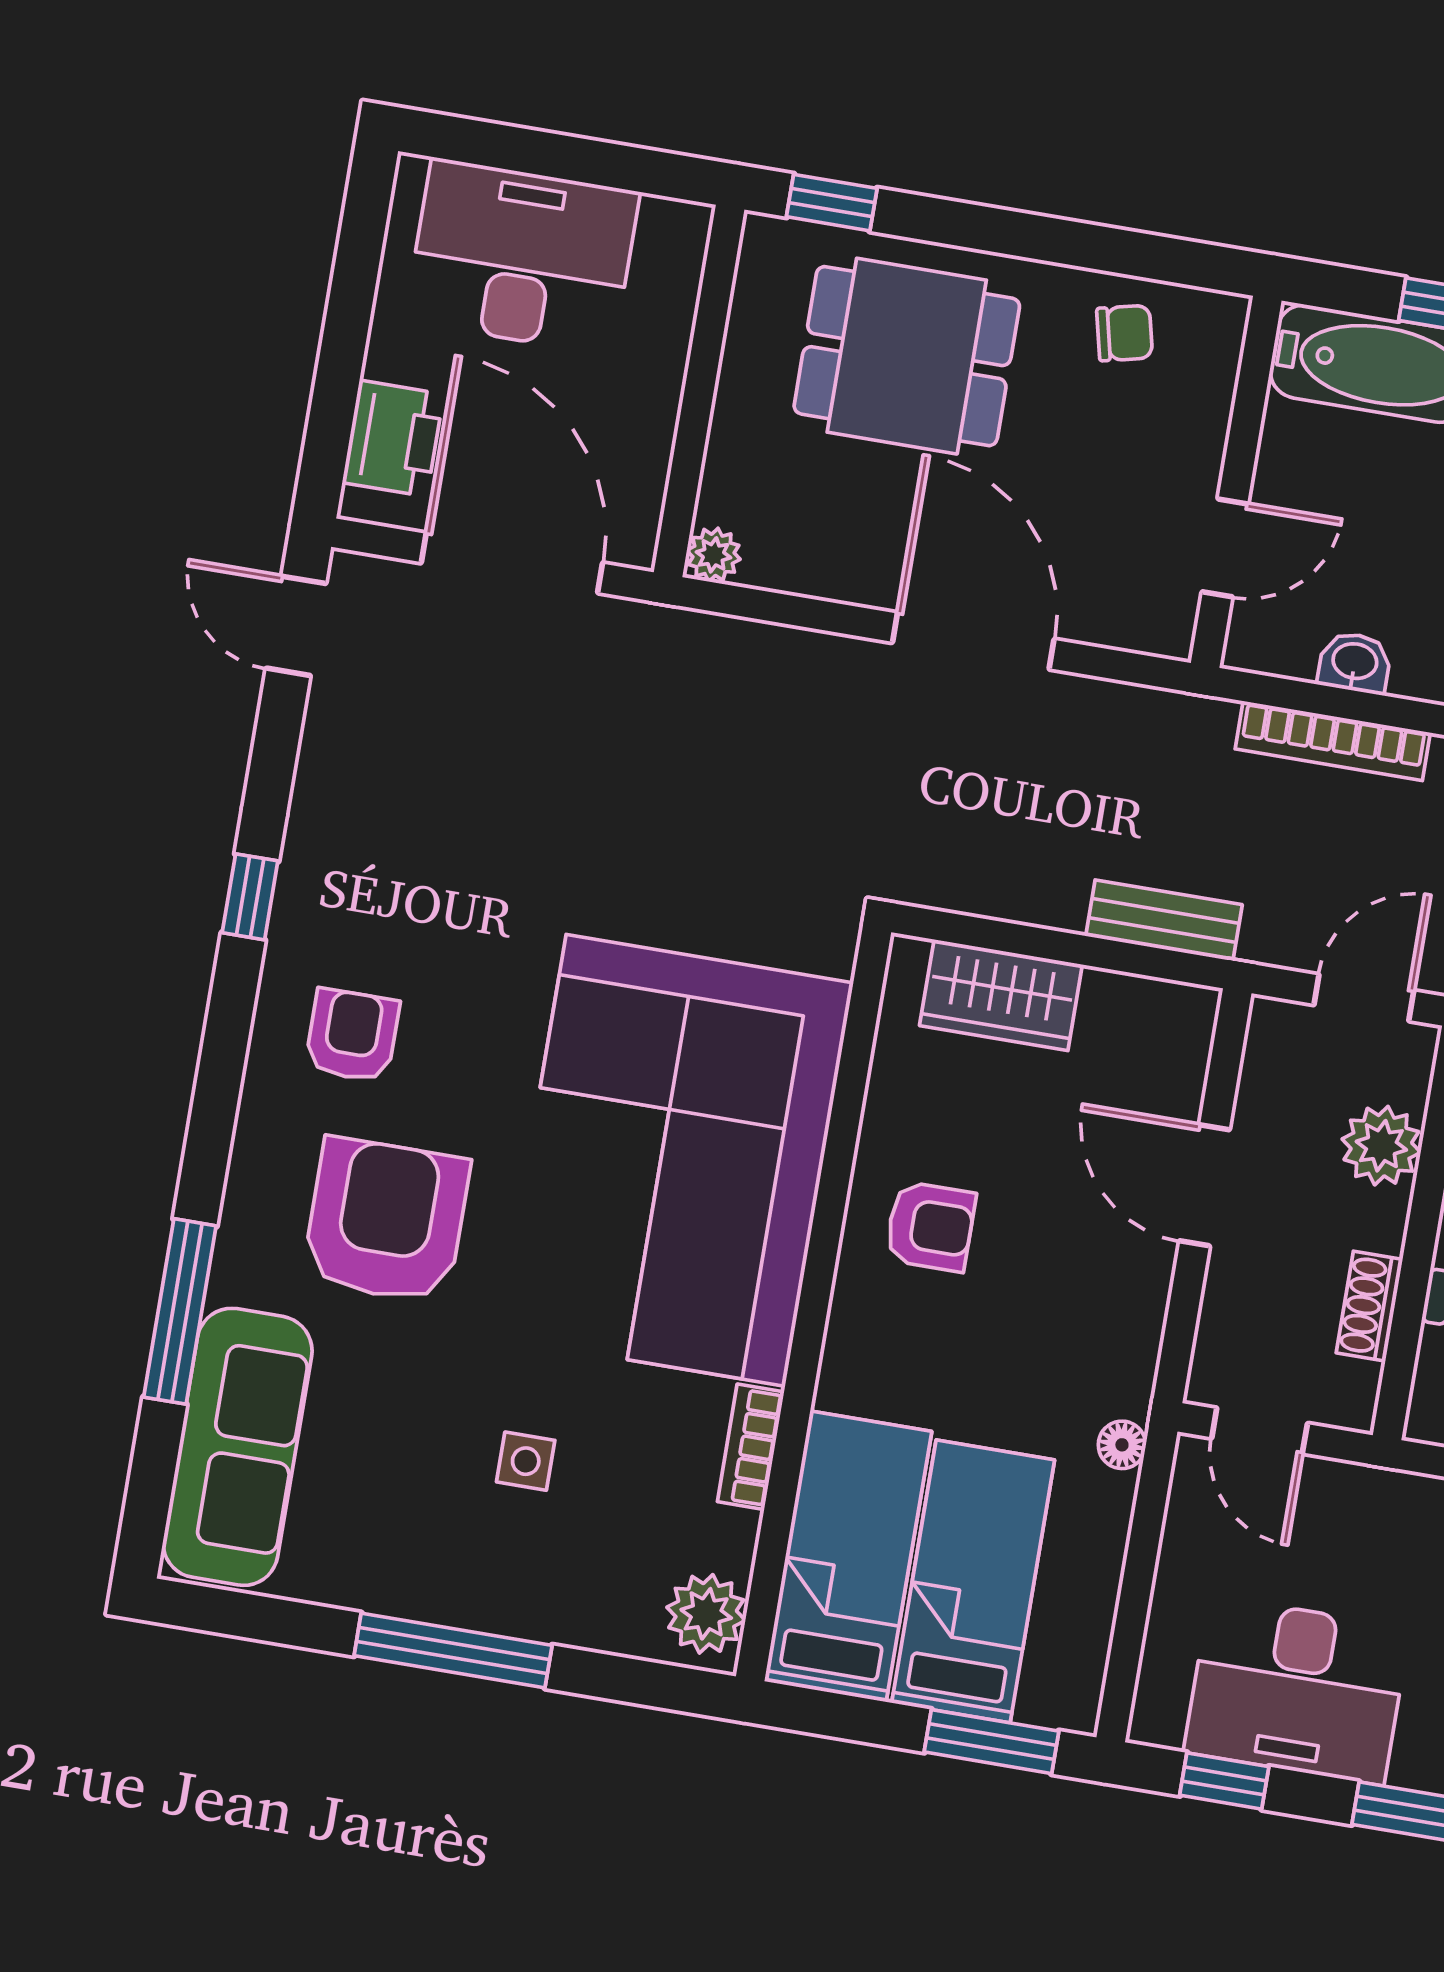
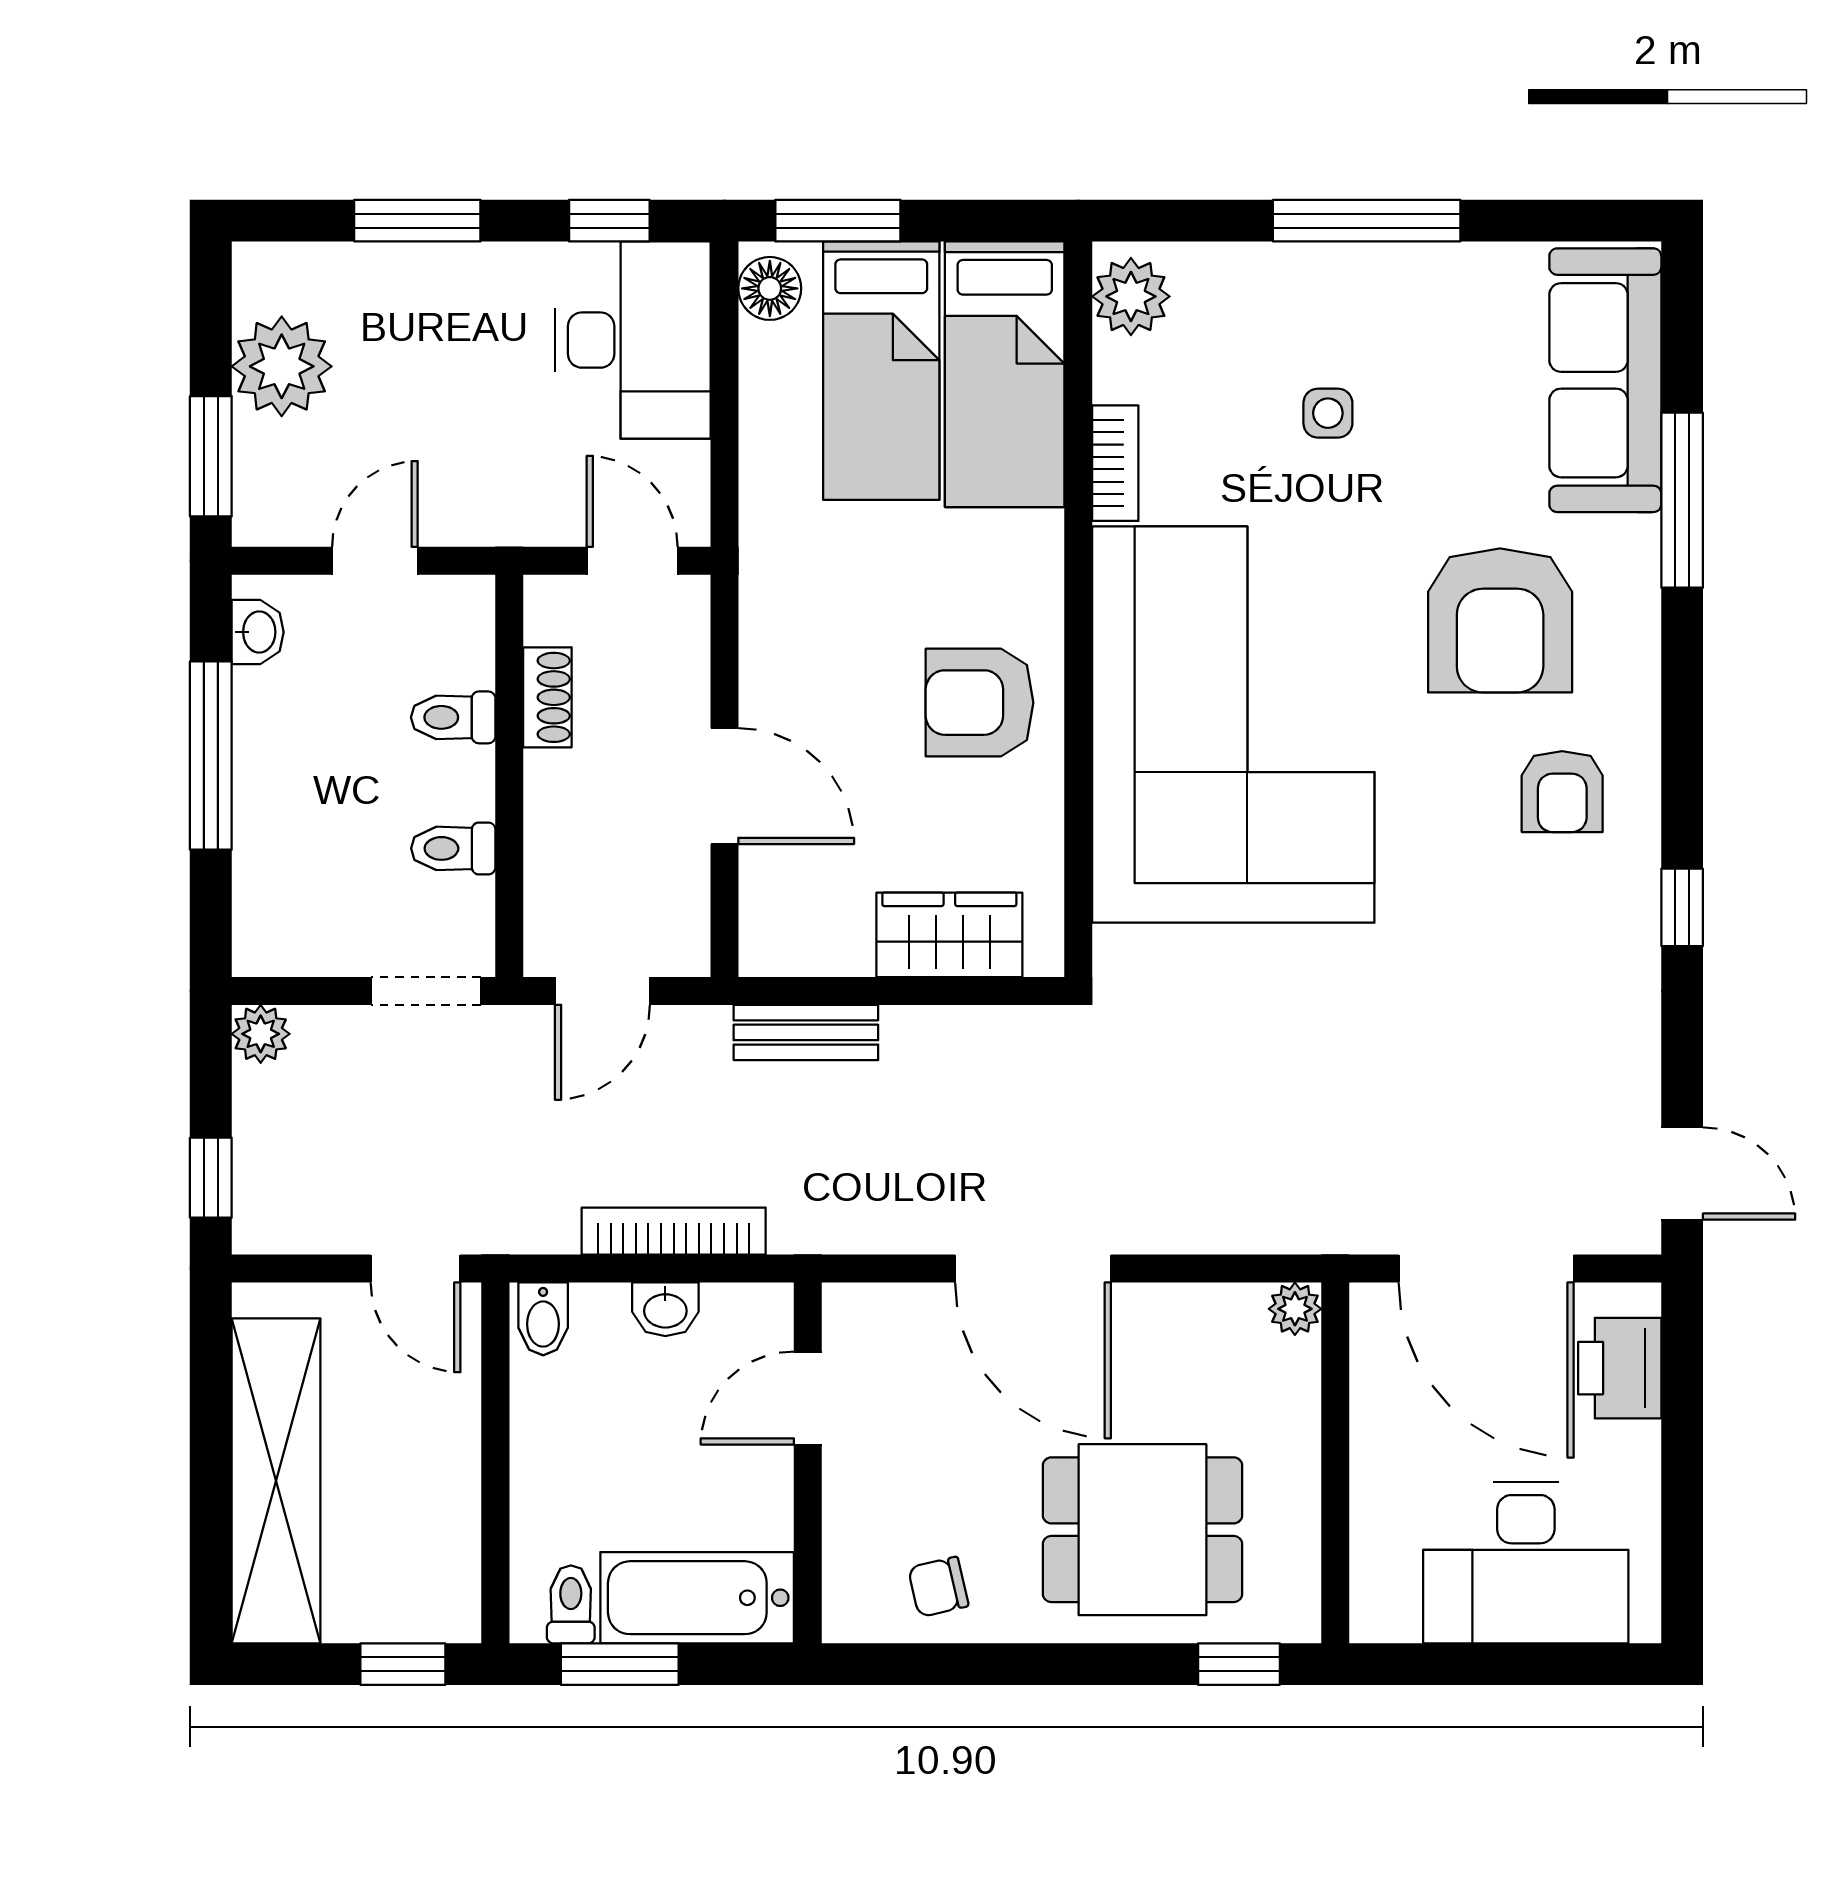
plant: (1381, 1146) -> (562, 853), removed
armchair: (930, 1226) -> (979, 703), width x1.38, depth x1.38
floor lamp: (1122, 1445) -> (770, 288), moved, width x1.37, depth x1.37
desk: (1297, 1690) -> (633, 340), moved, turned 90

